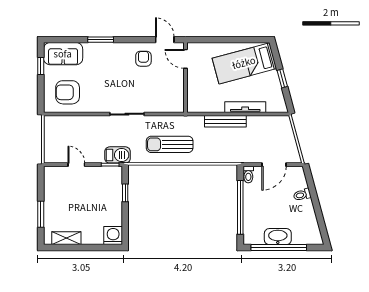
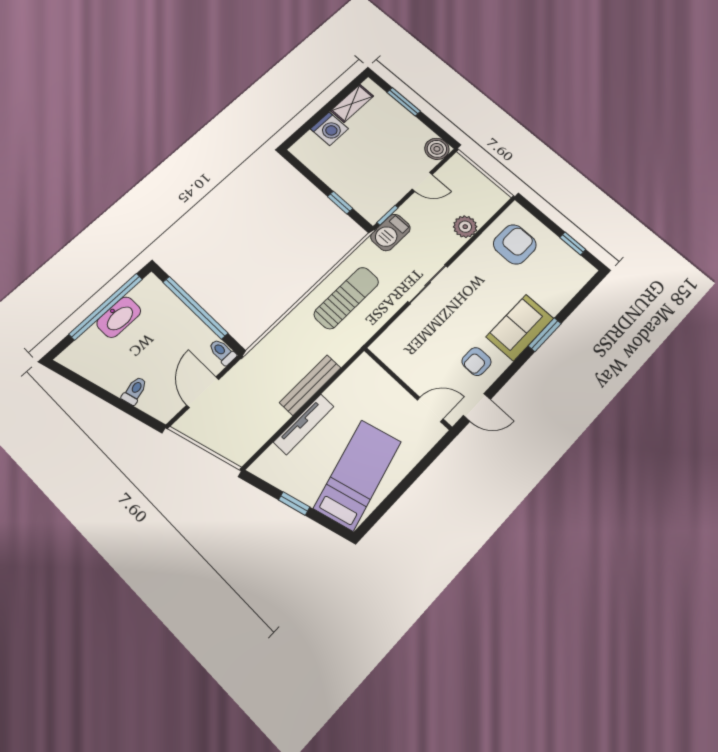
sofa: (63, 54) -> (520, 328), moved
armchair: (143, 59) -> (476, 362), turned 90
plant: (81, 123) -> (465, 227), added
boiler: (52, 174) -> (437, 149), added
washing machine: (113, 236) -> (329, 129), moved

